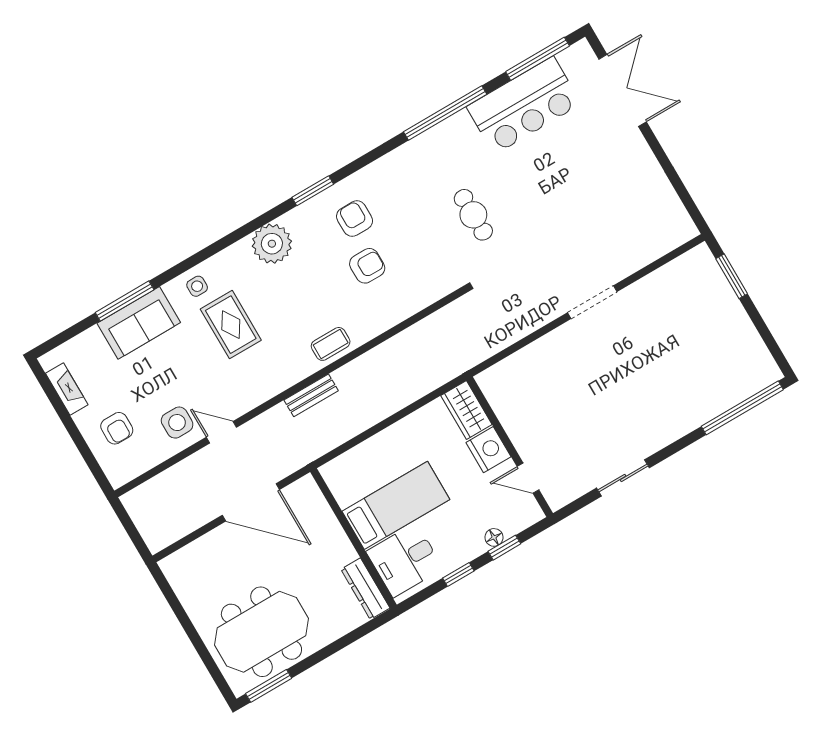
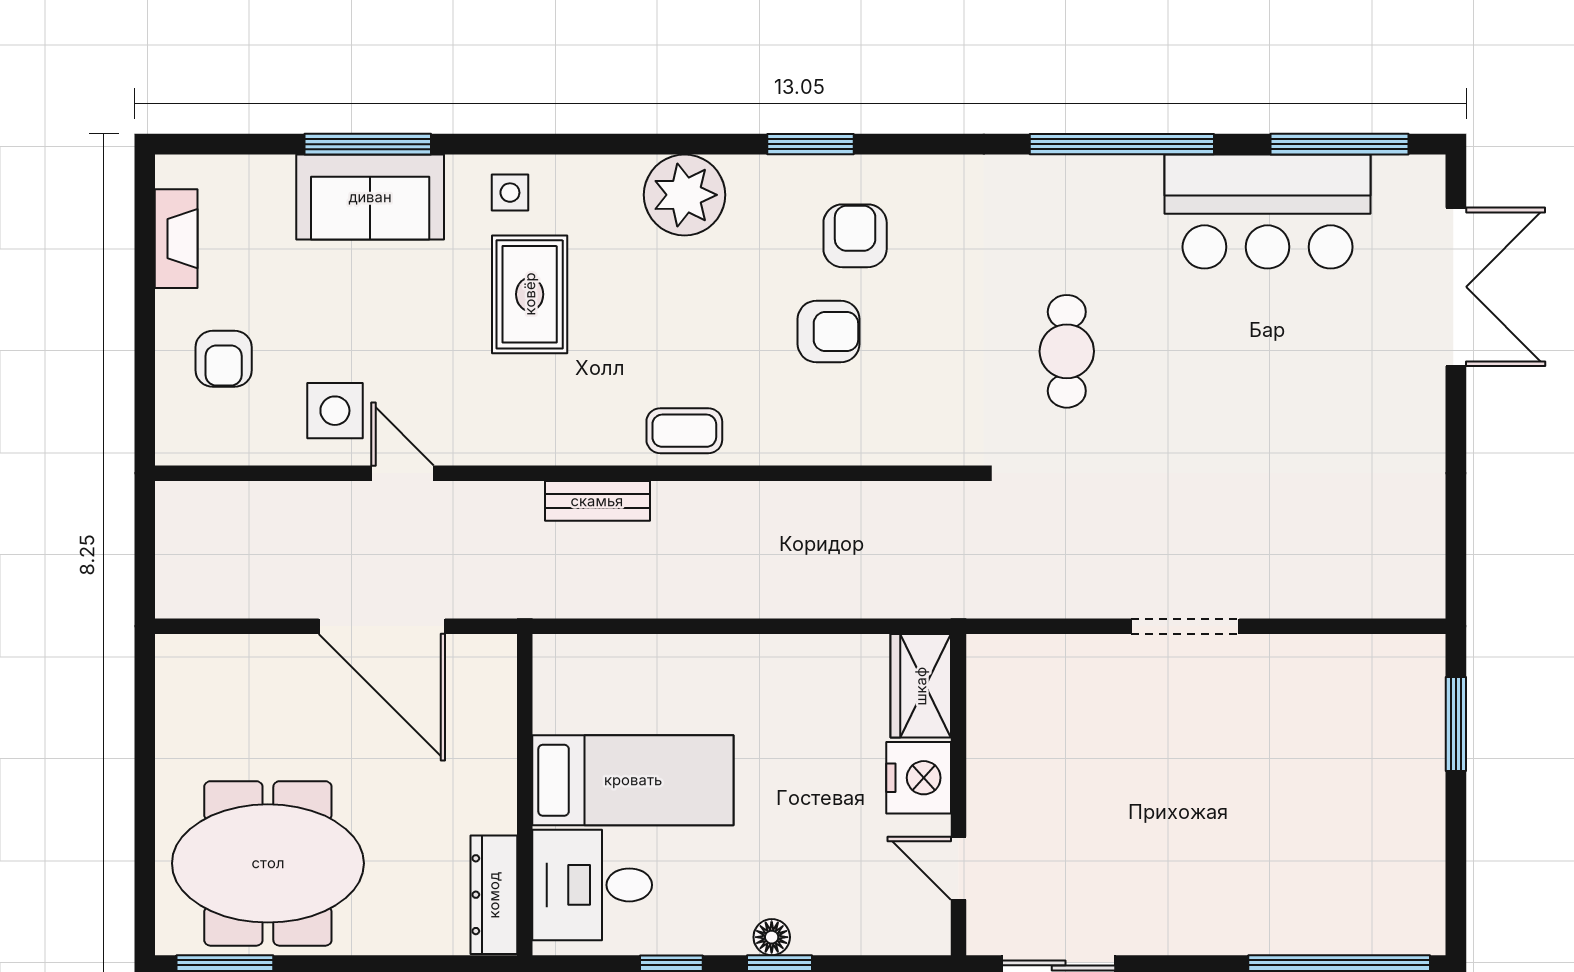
wardrobe: (466, 410) -> (921, 686), moved
wall: (510, 447) -> (958, 795), moved
nightstand: (488, 450) -> (919, 778), moved
door: (528, 478) -> (958, 868), moved

